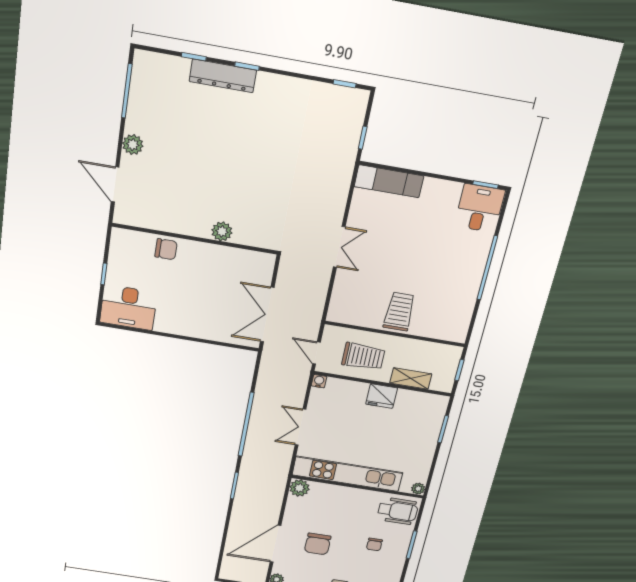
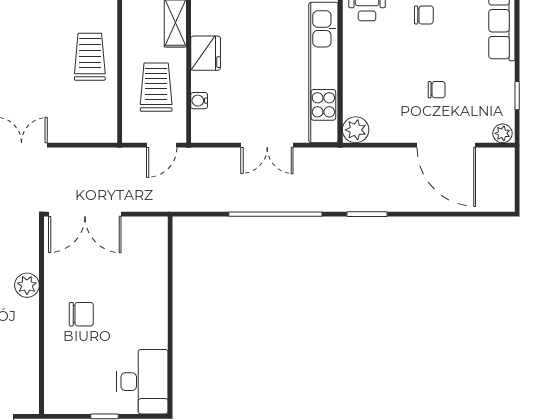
chair: (166, 249) -> (81, 314), moved, turned 90
trolley: (399, 312) -> (90, 57), turned 90
double door: (267, 315) -> (85, 214), moved
water cooler: (319, 381) -> (199, 101), moved
chair: (318, 544) -> (437, 90), width x0.54, depth x0.54

